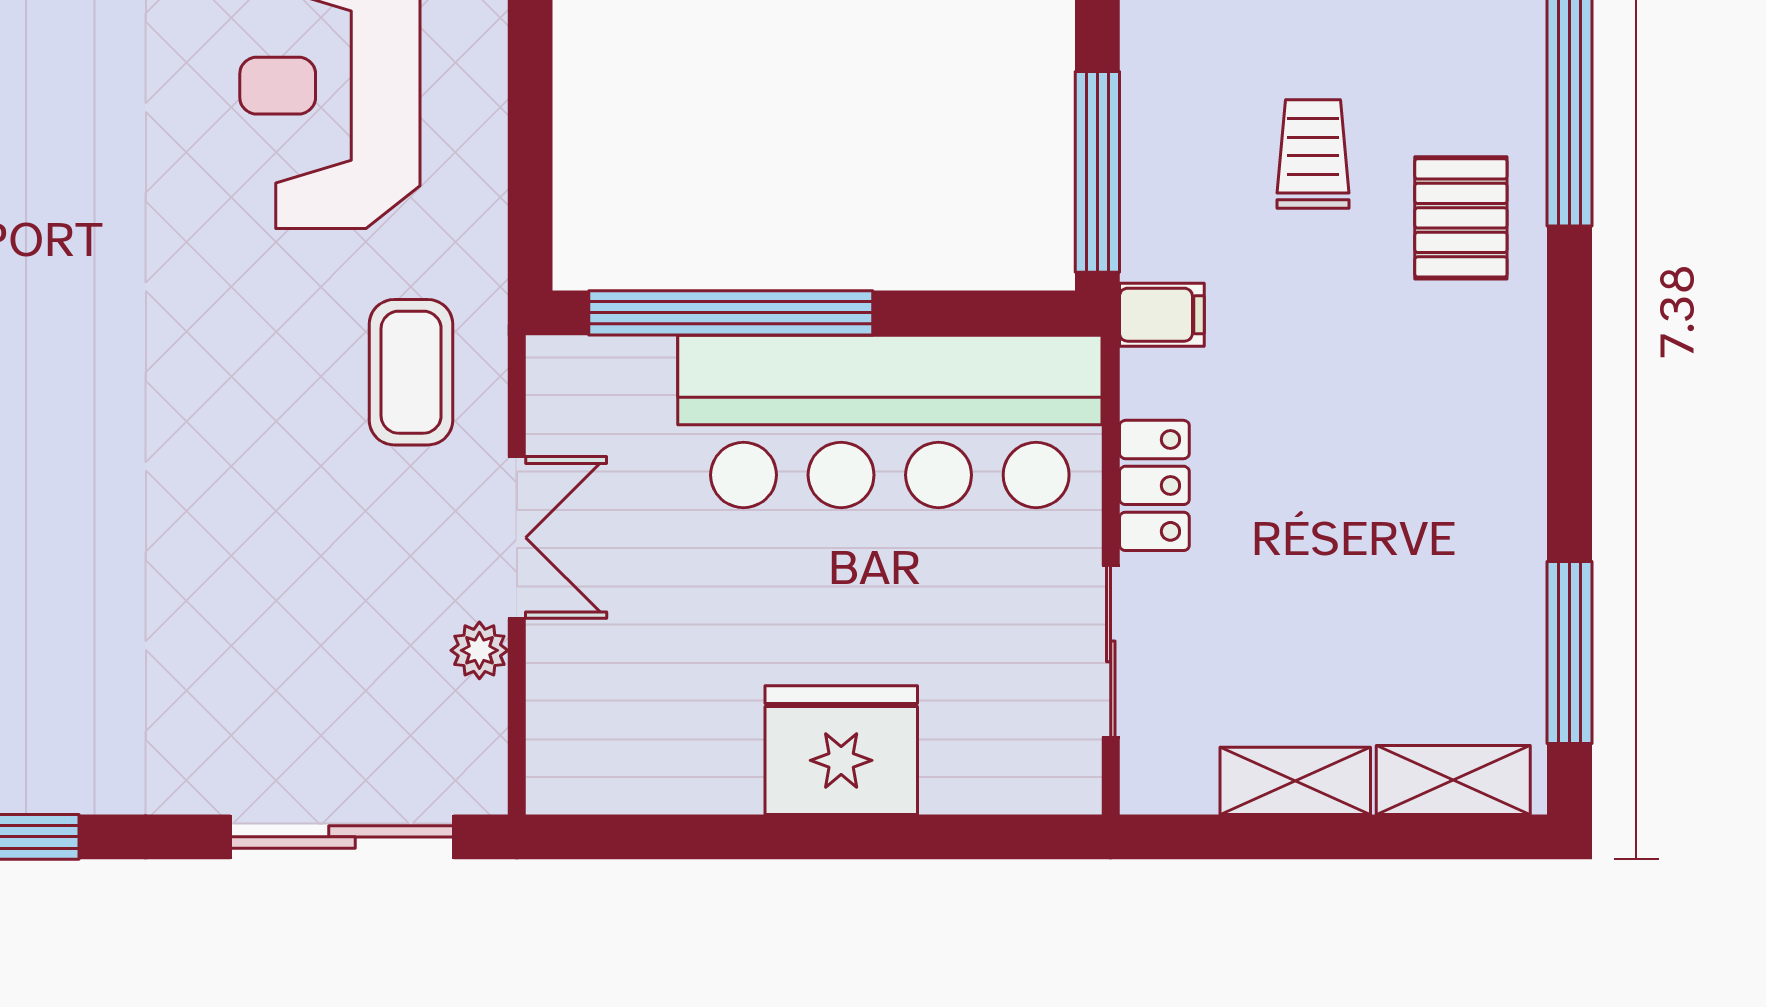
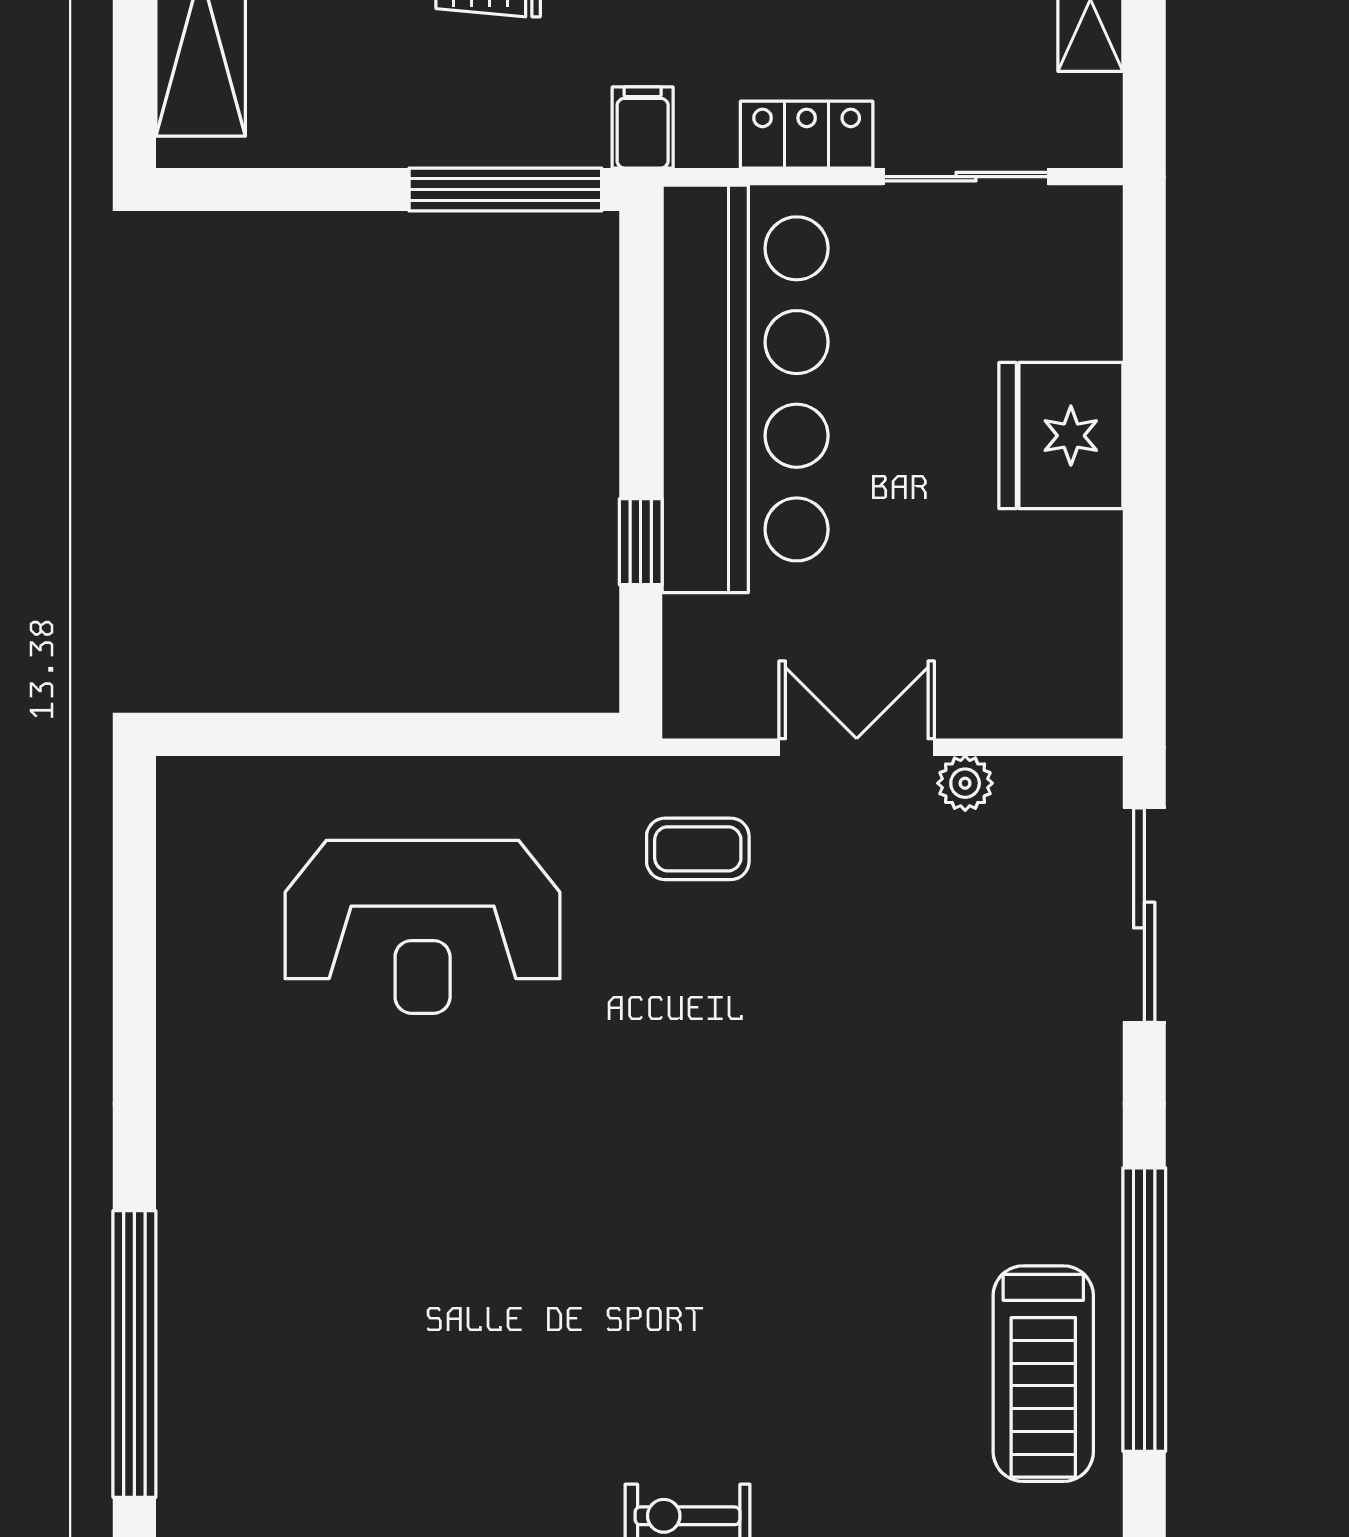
window: (731, 313) -> (641, 542), width x0.32
coffee table: (411, 372) -> (698, 849), width x0.73, depth x0.77

